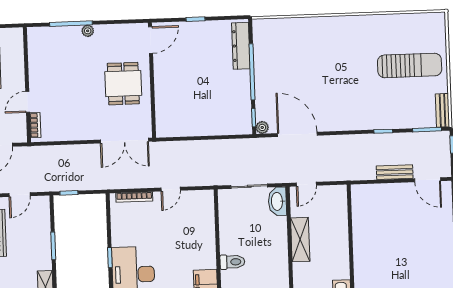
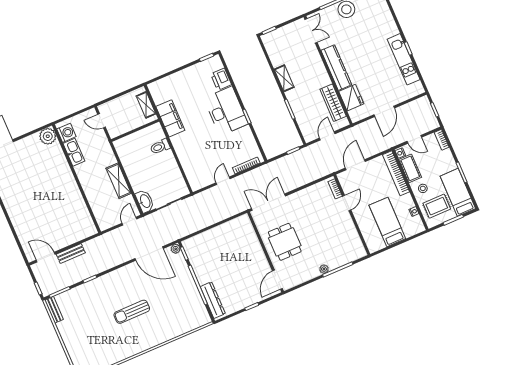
sun lounger: (410, 65) -> (132, 312), moved, width x0.73, depth x0.75

